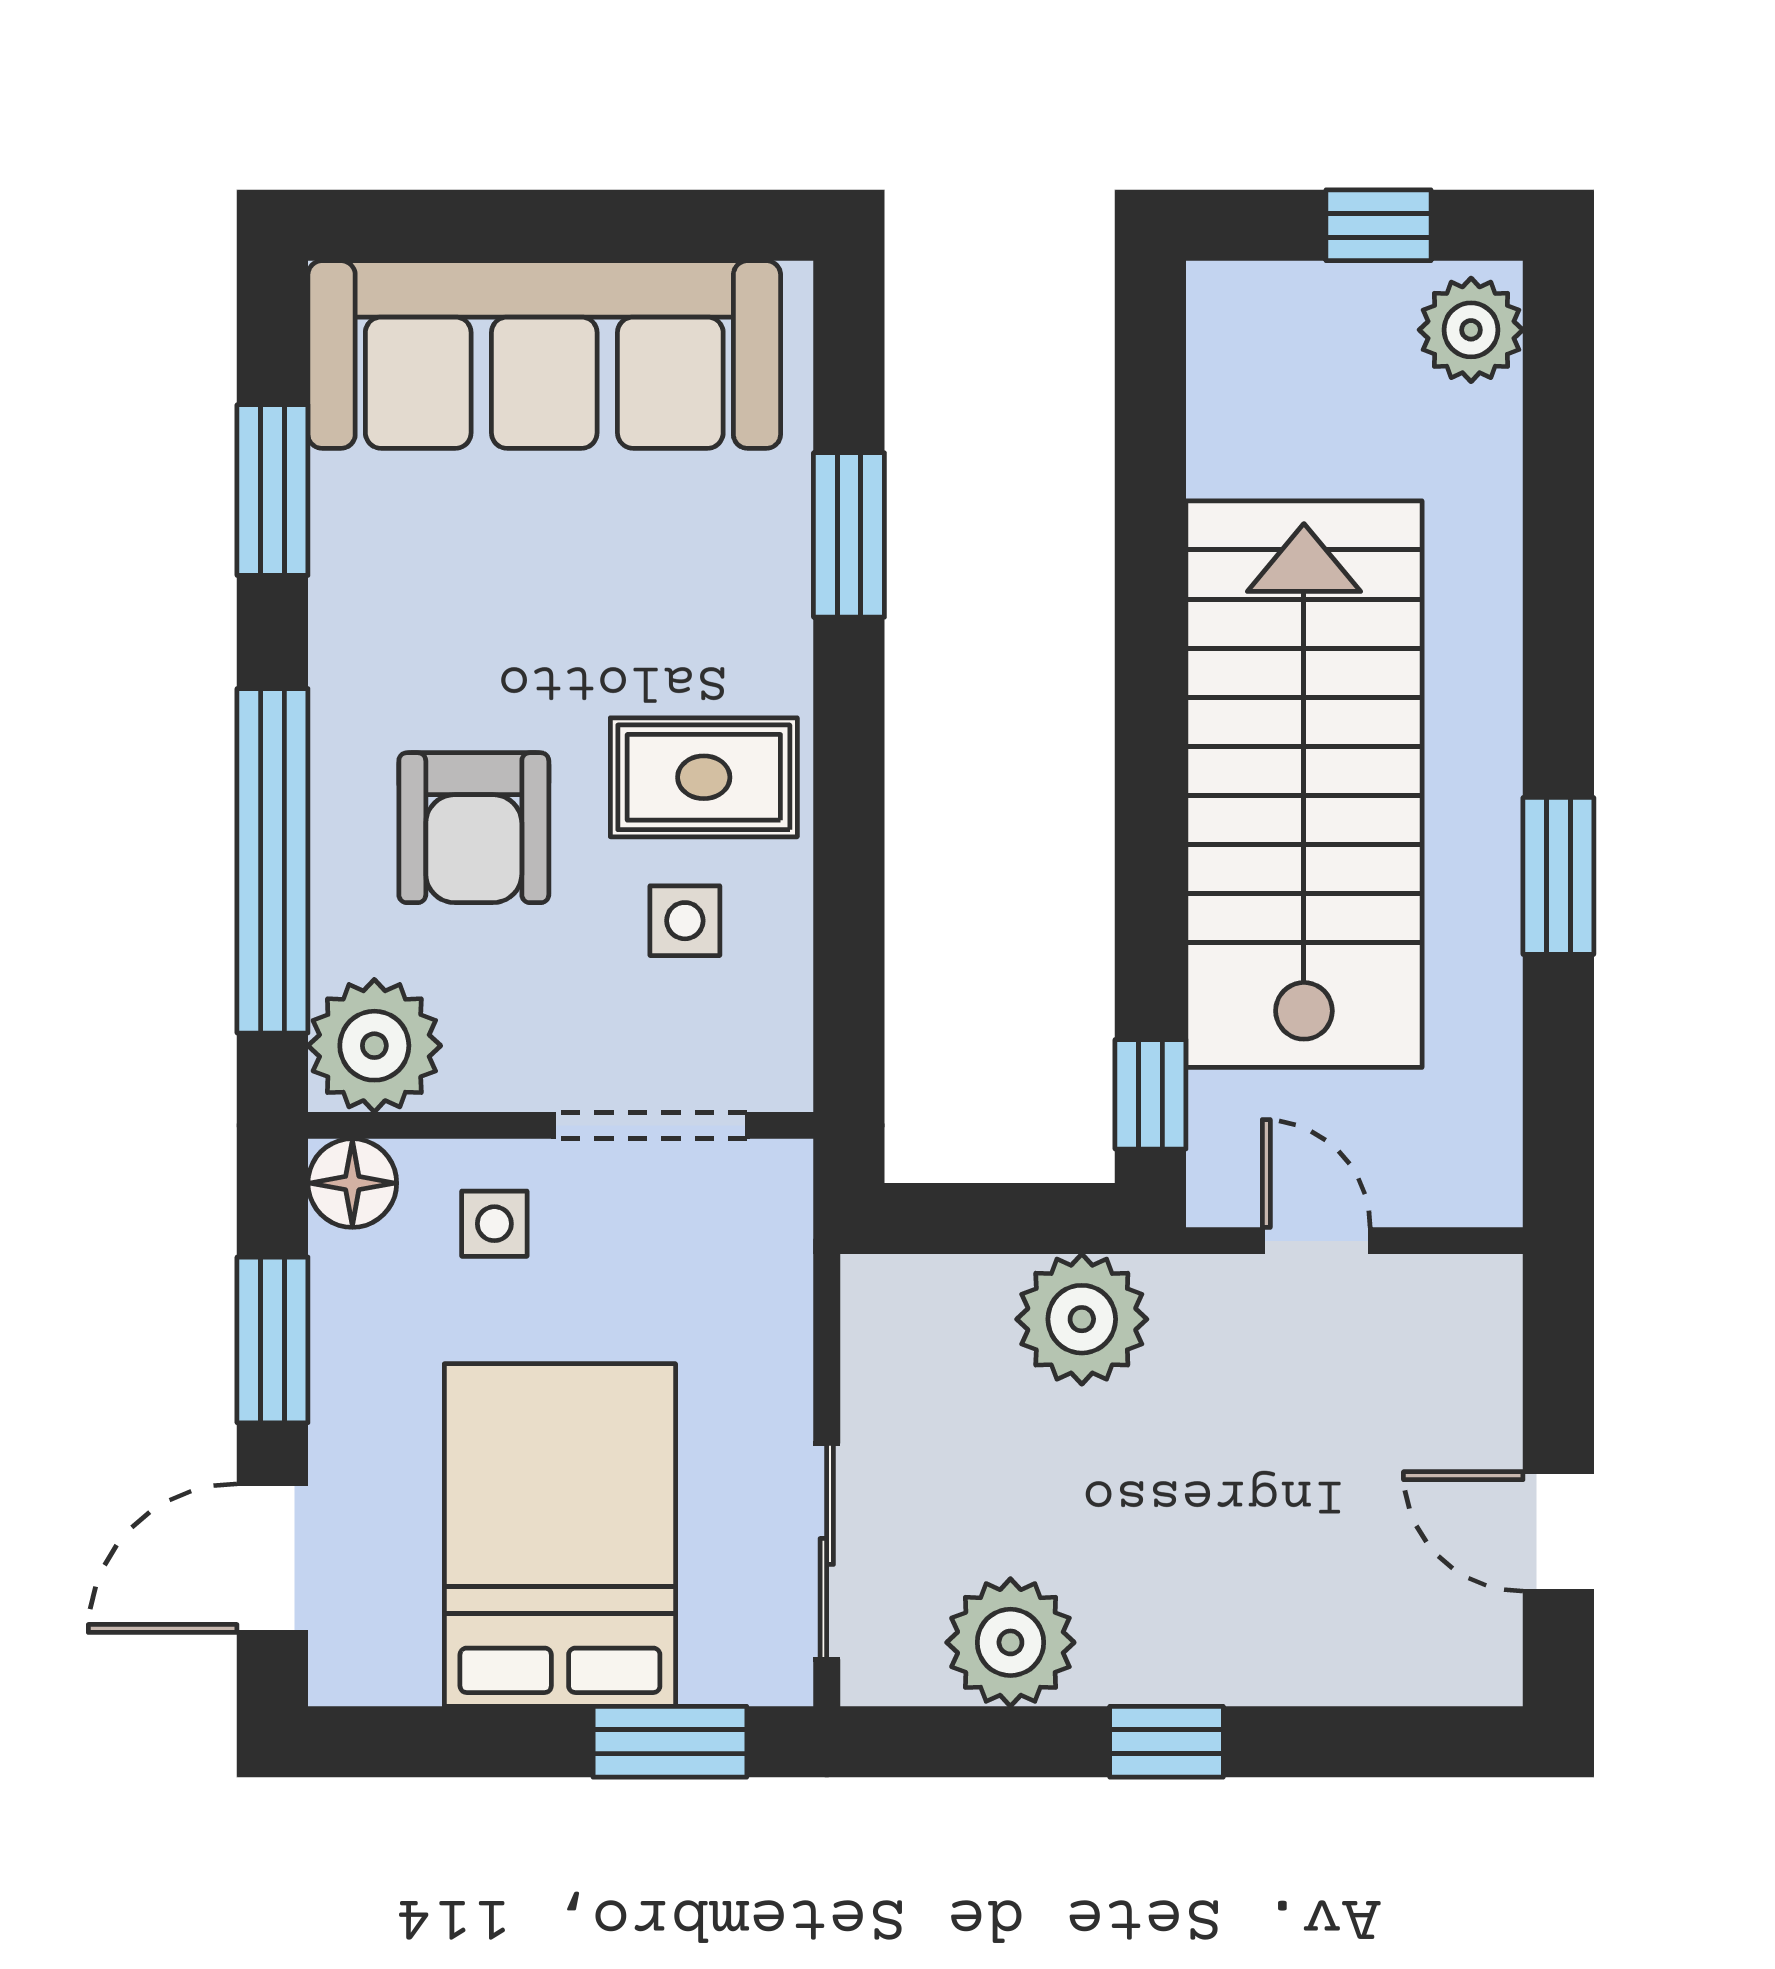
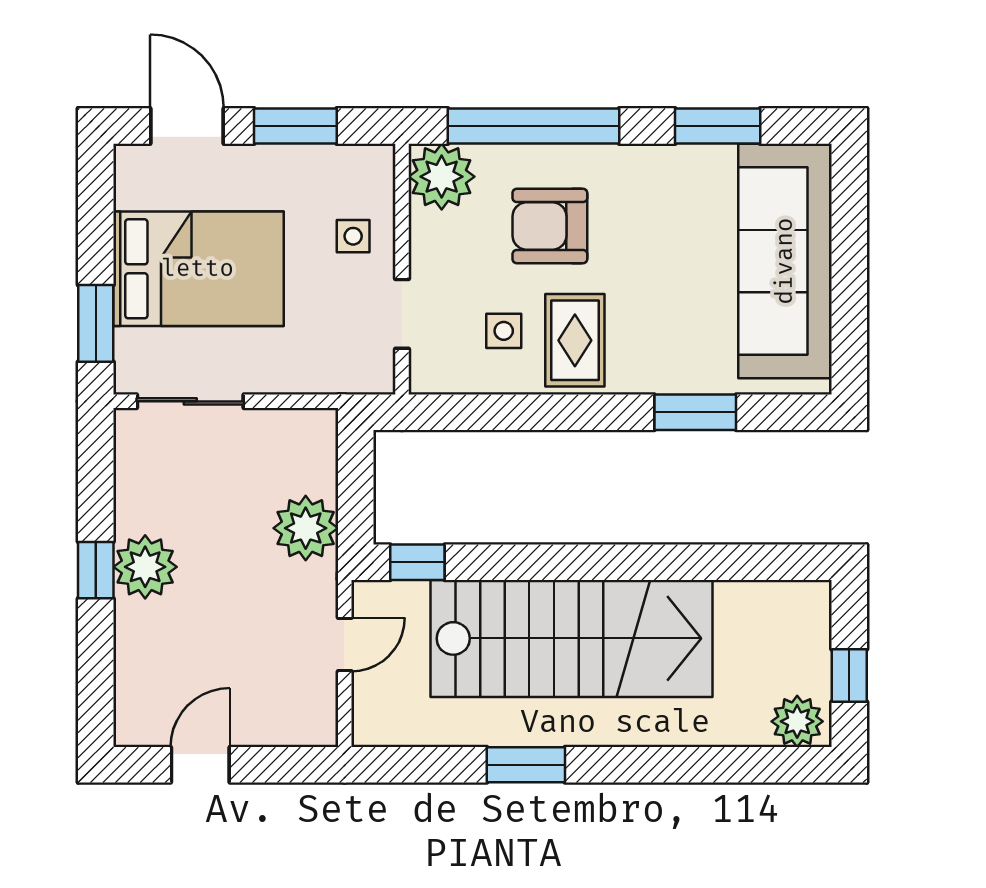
doorway: (651, 1125) -> (402, 314), width x0.73
floor lamp: (352, 1183) -> (373, 166), removed
plant: (1010, 1642) -> (145, 567), moved

